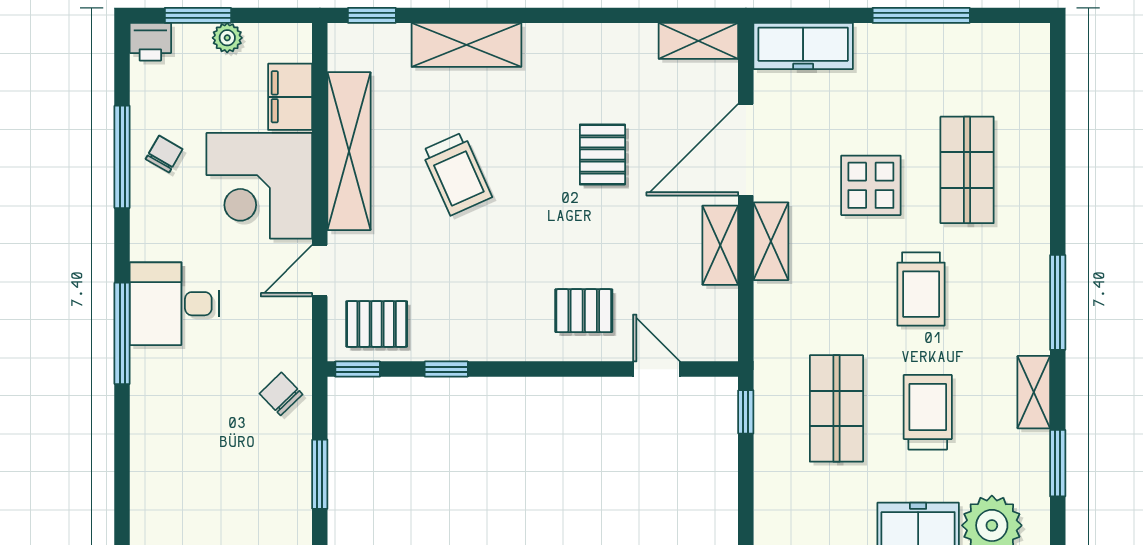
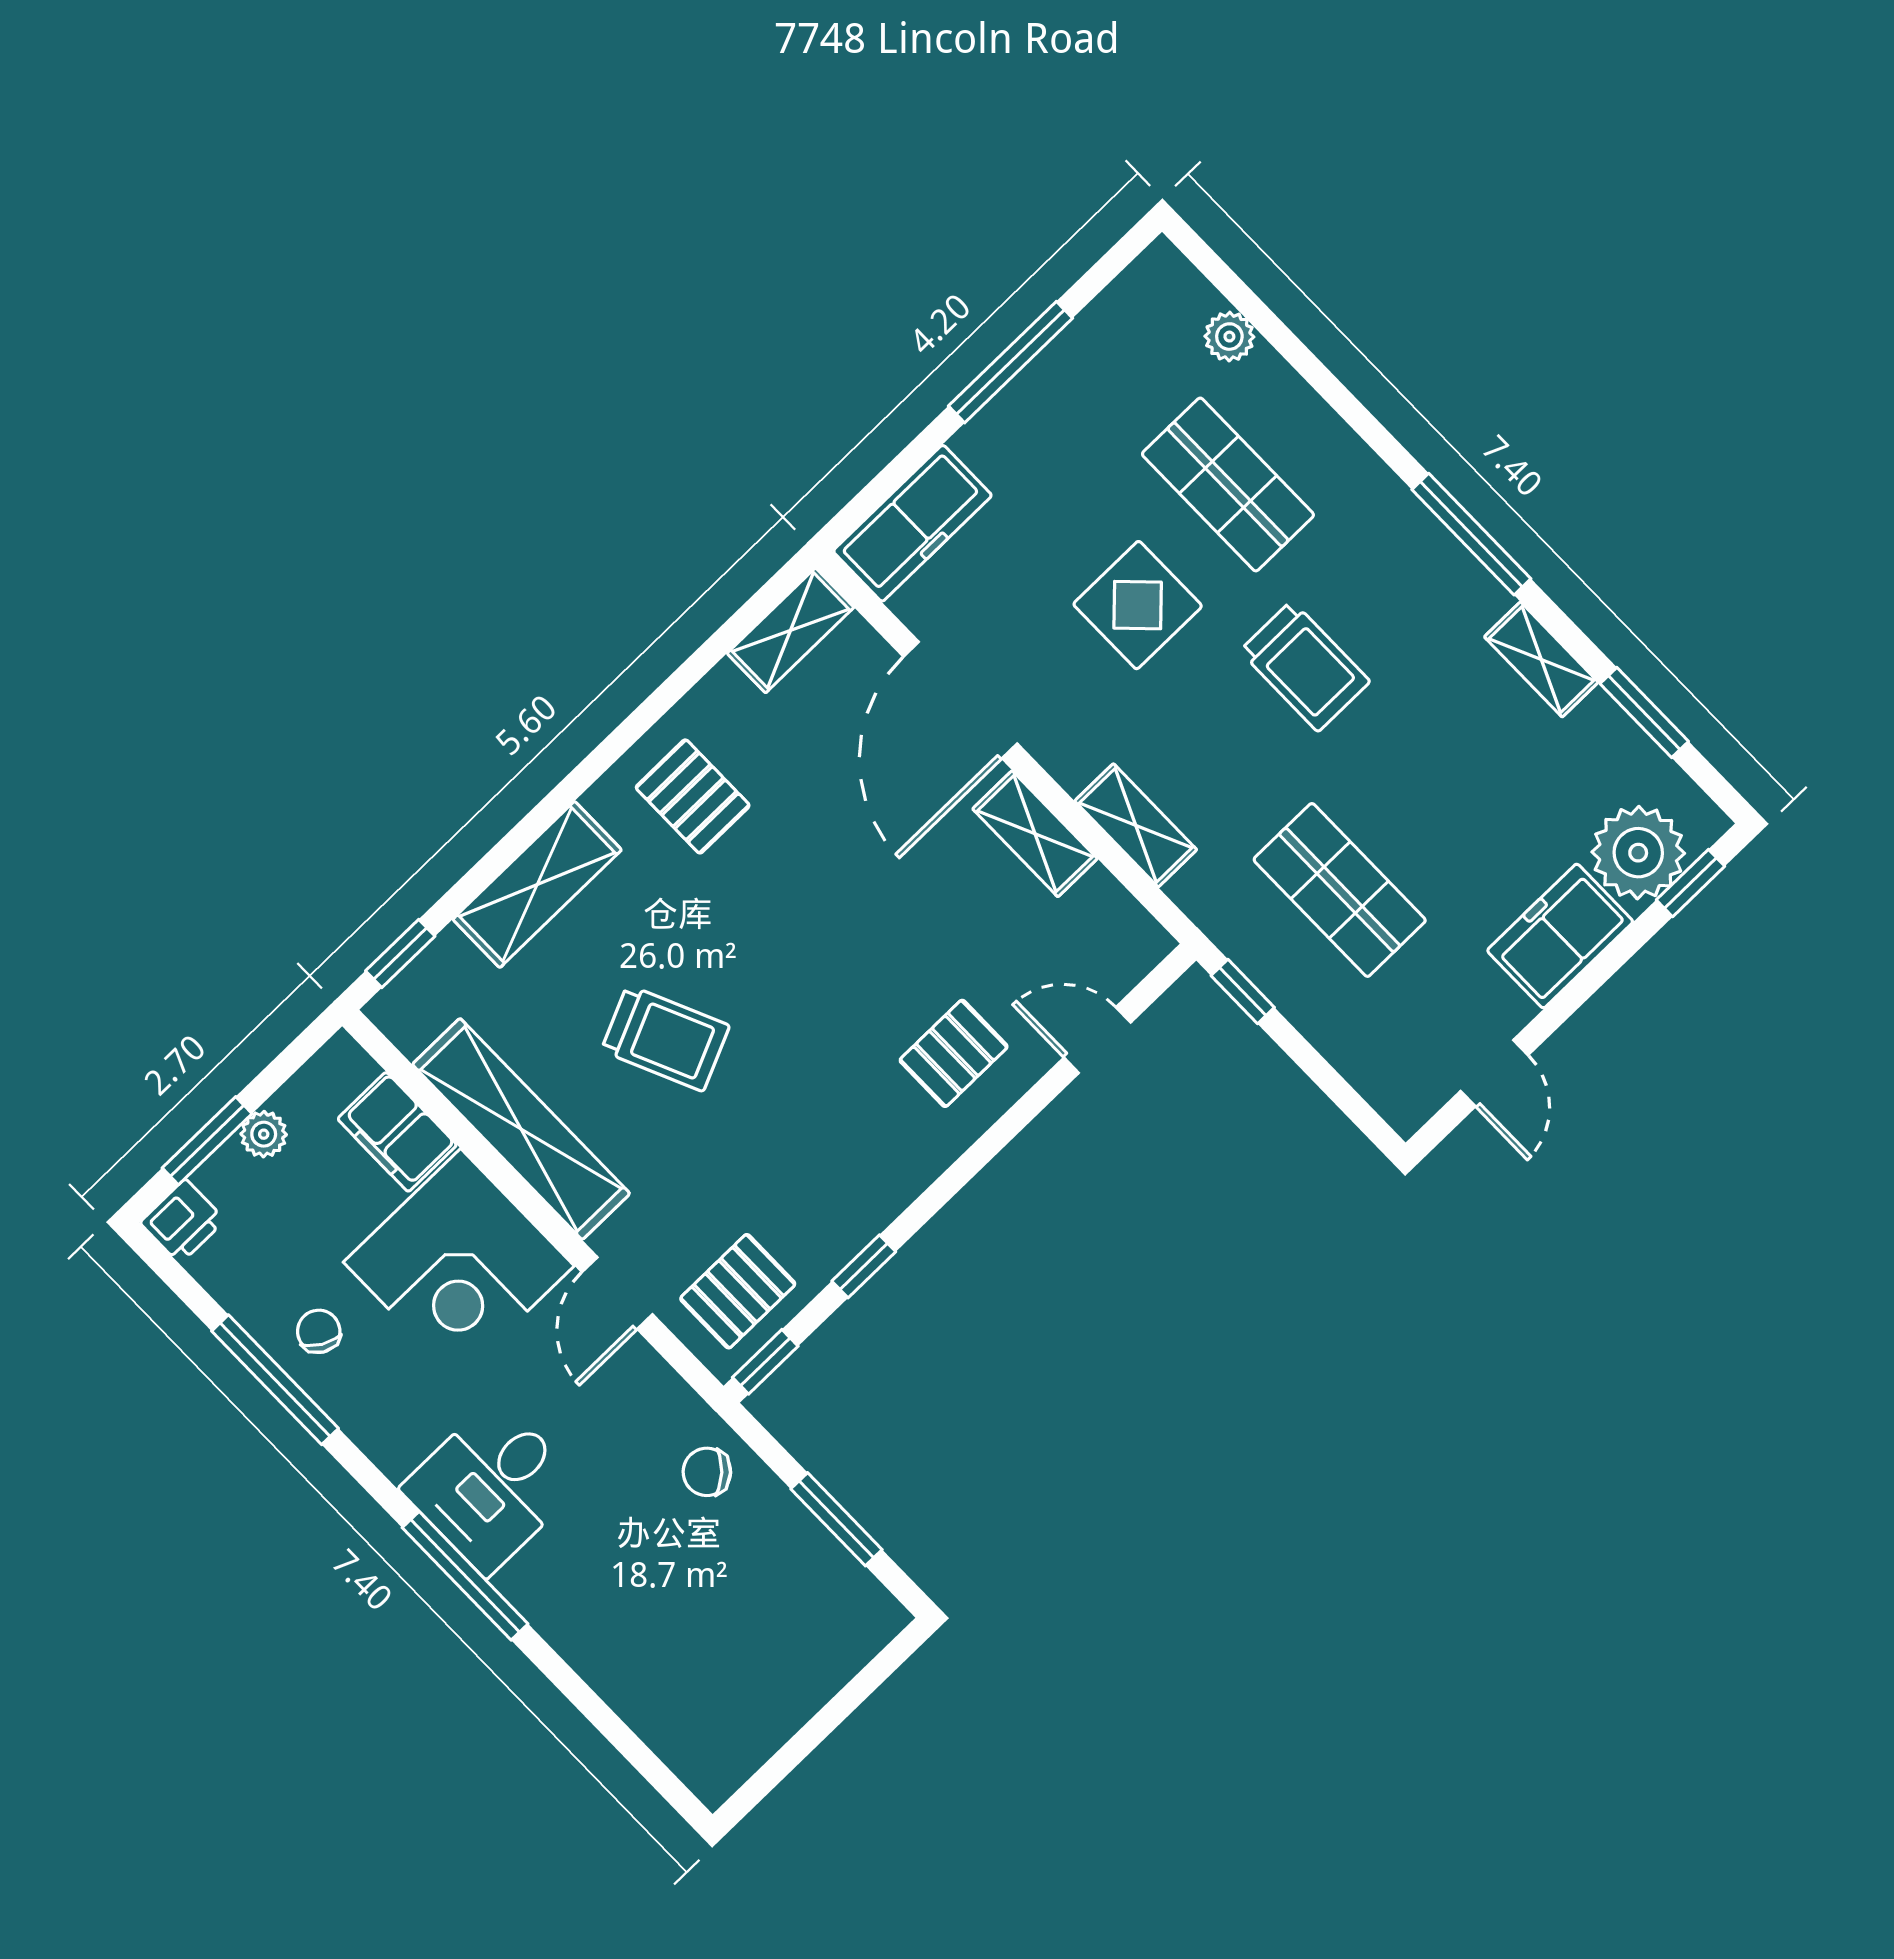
plant: (1034, 102) -> (1229, 337), added
pallet: (602, 155) -> (693, 796), moved
shelving: (771, 241) -> (1136, 825), moved
trolley: (928, 412) -> (1445, 796), removed

